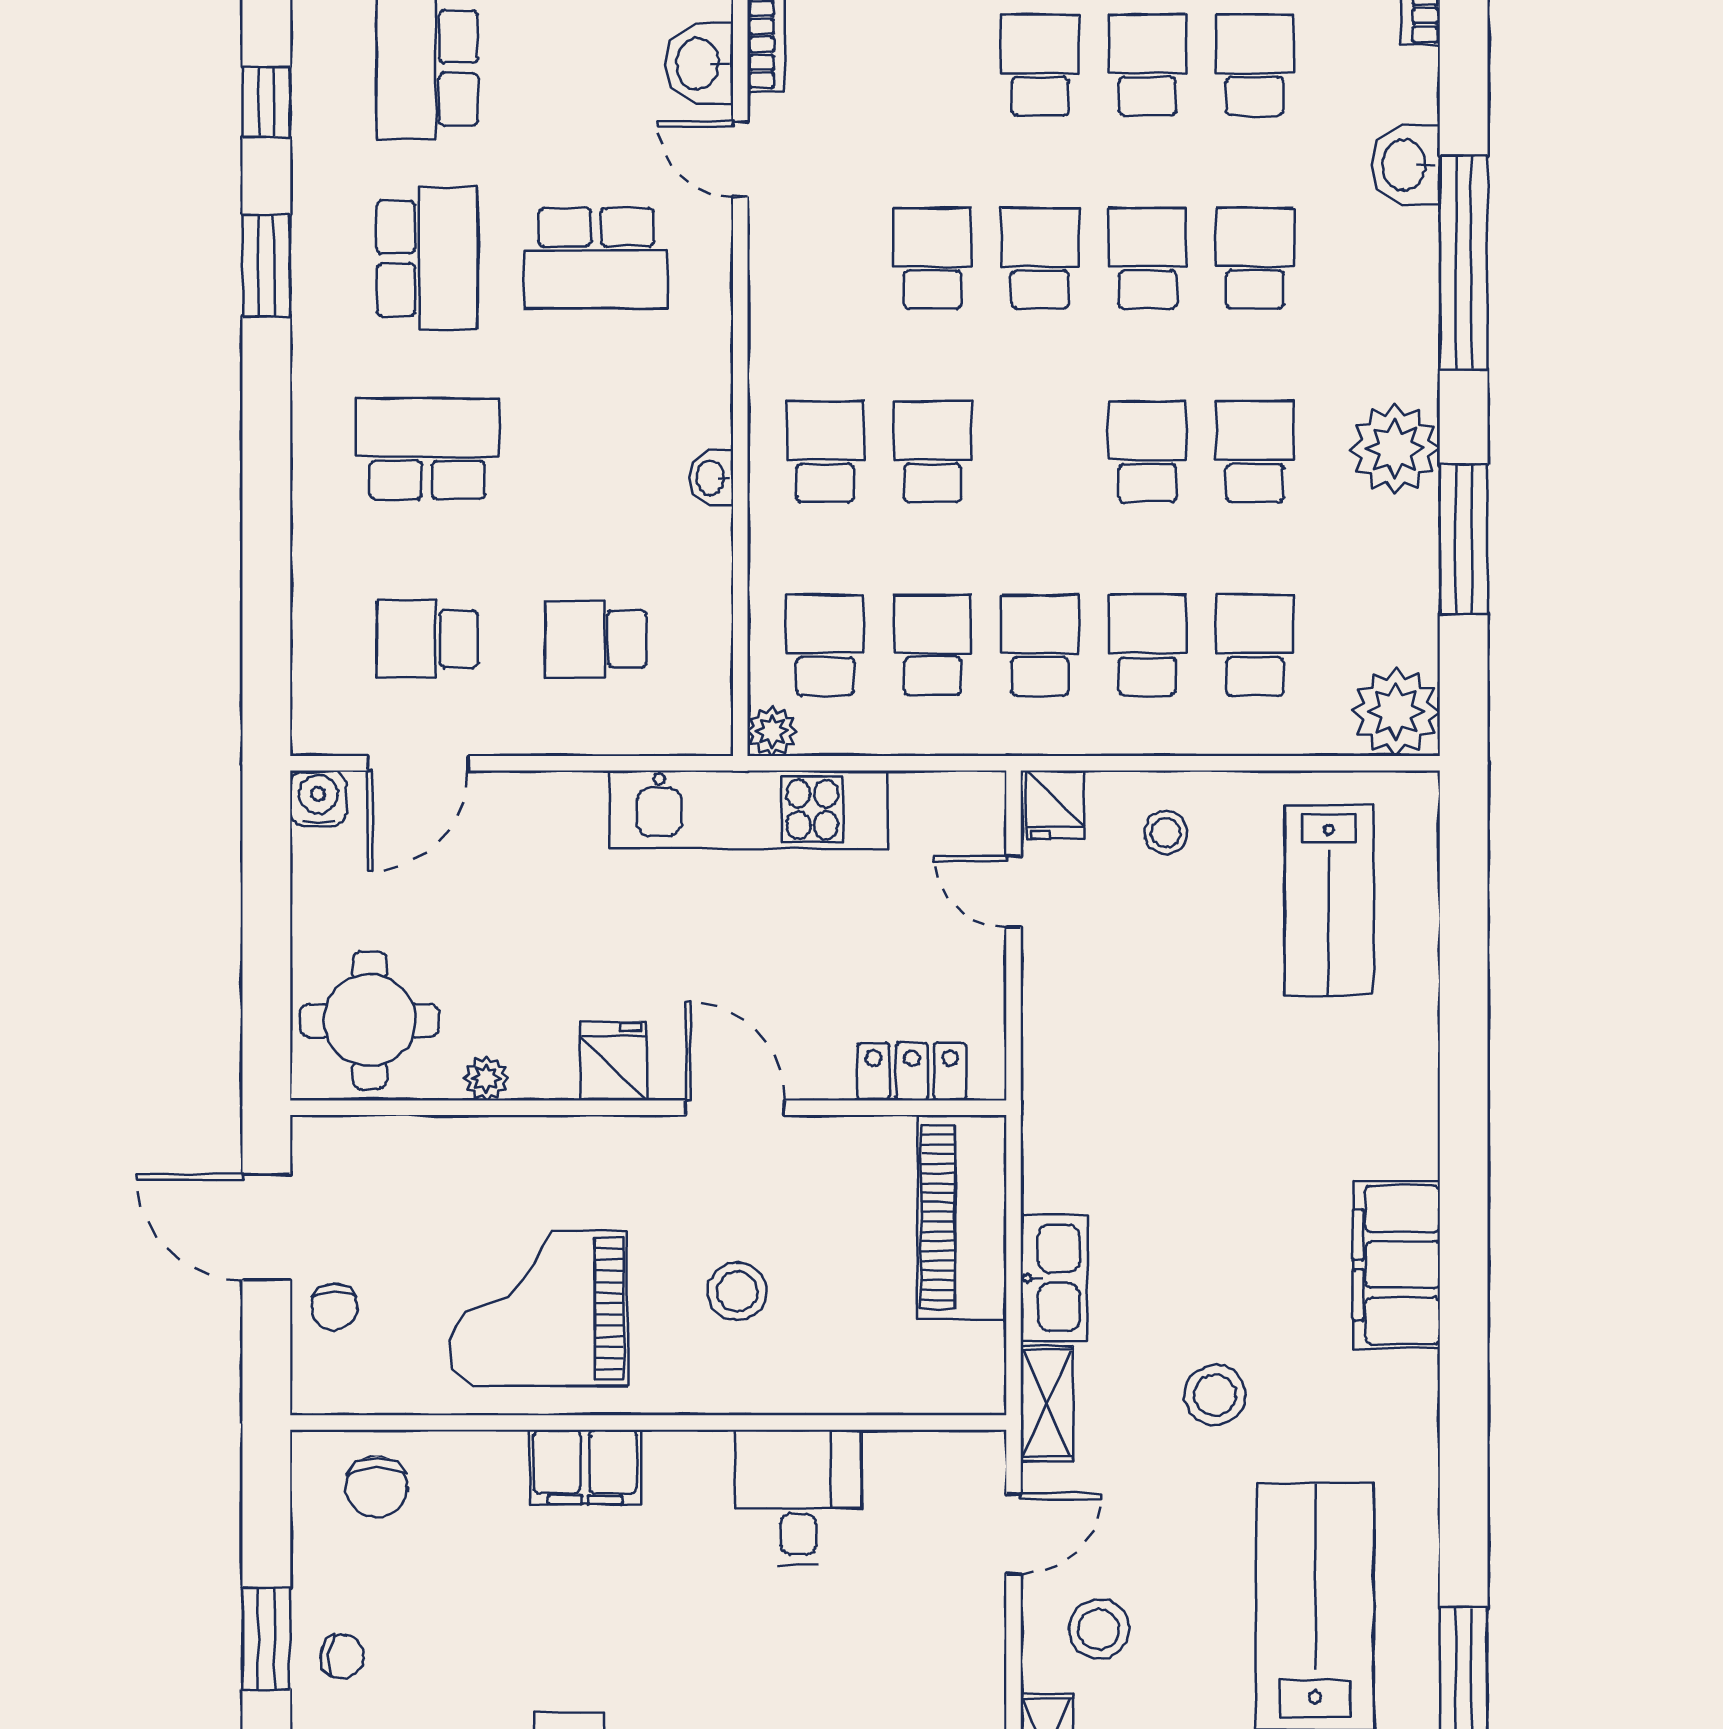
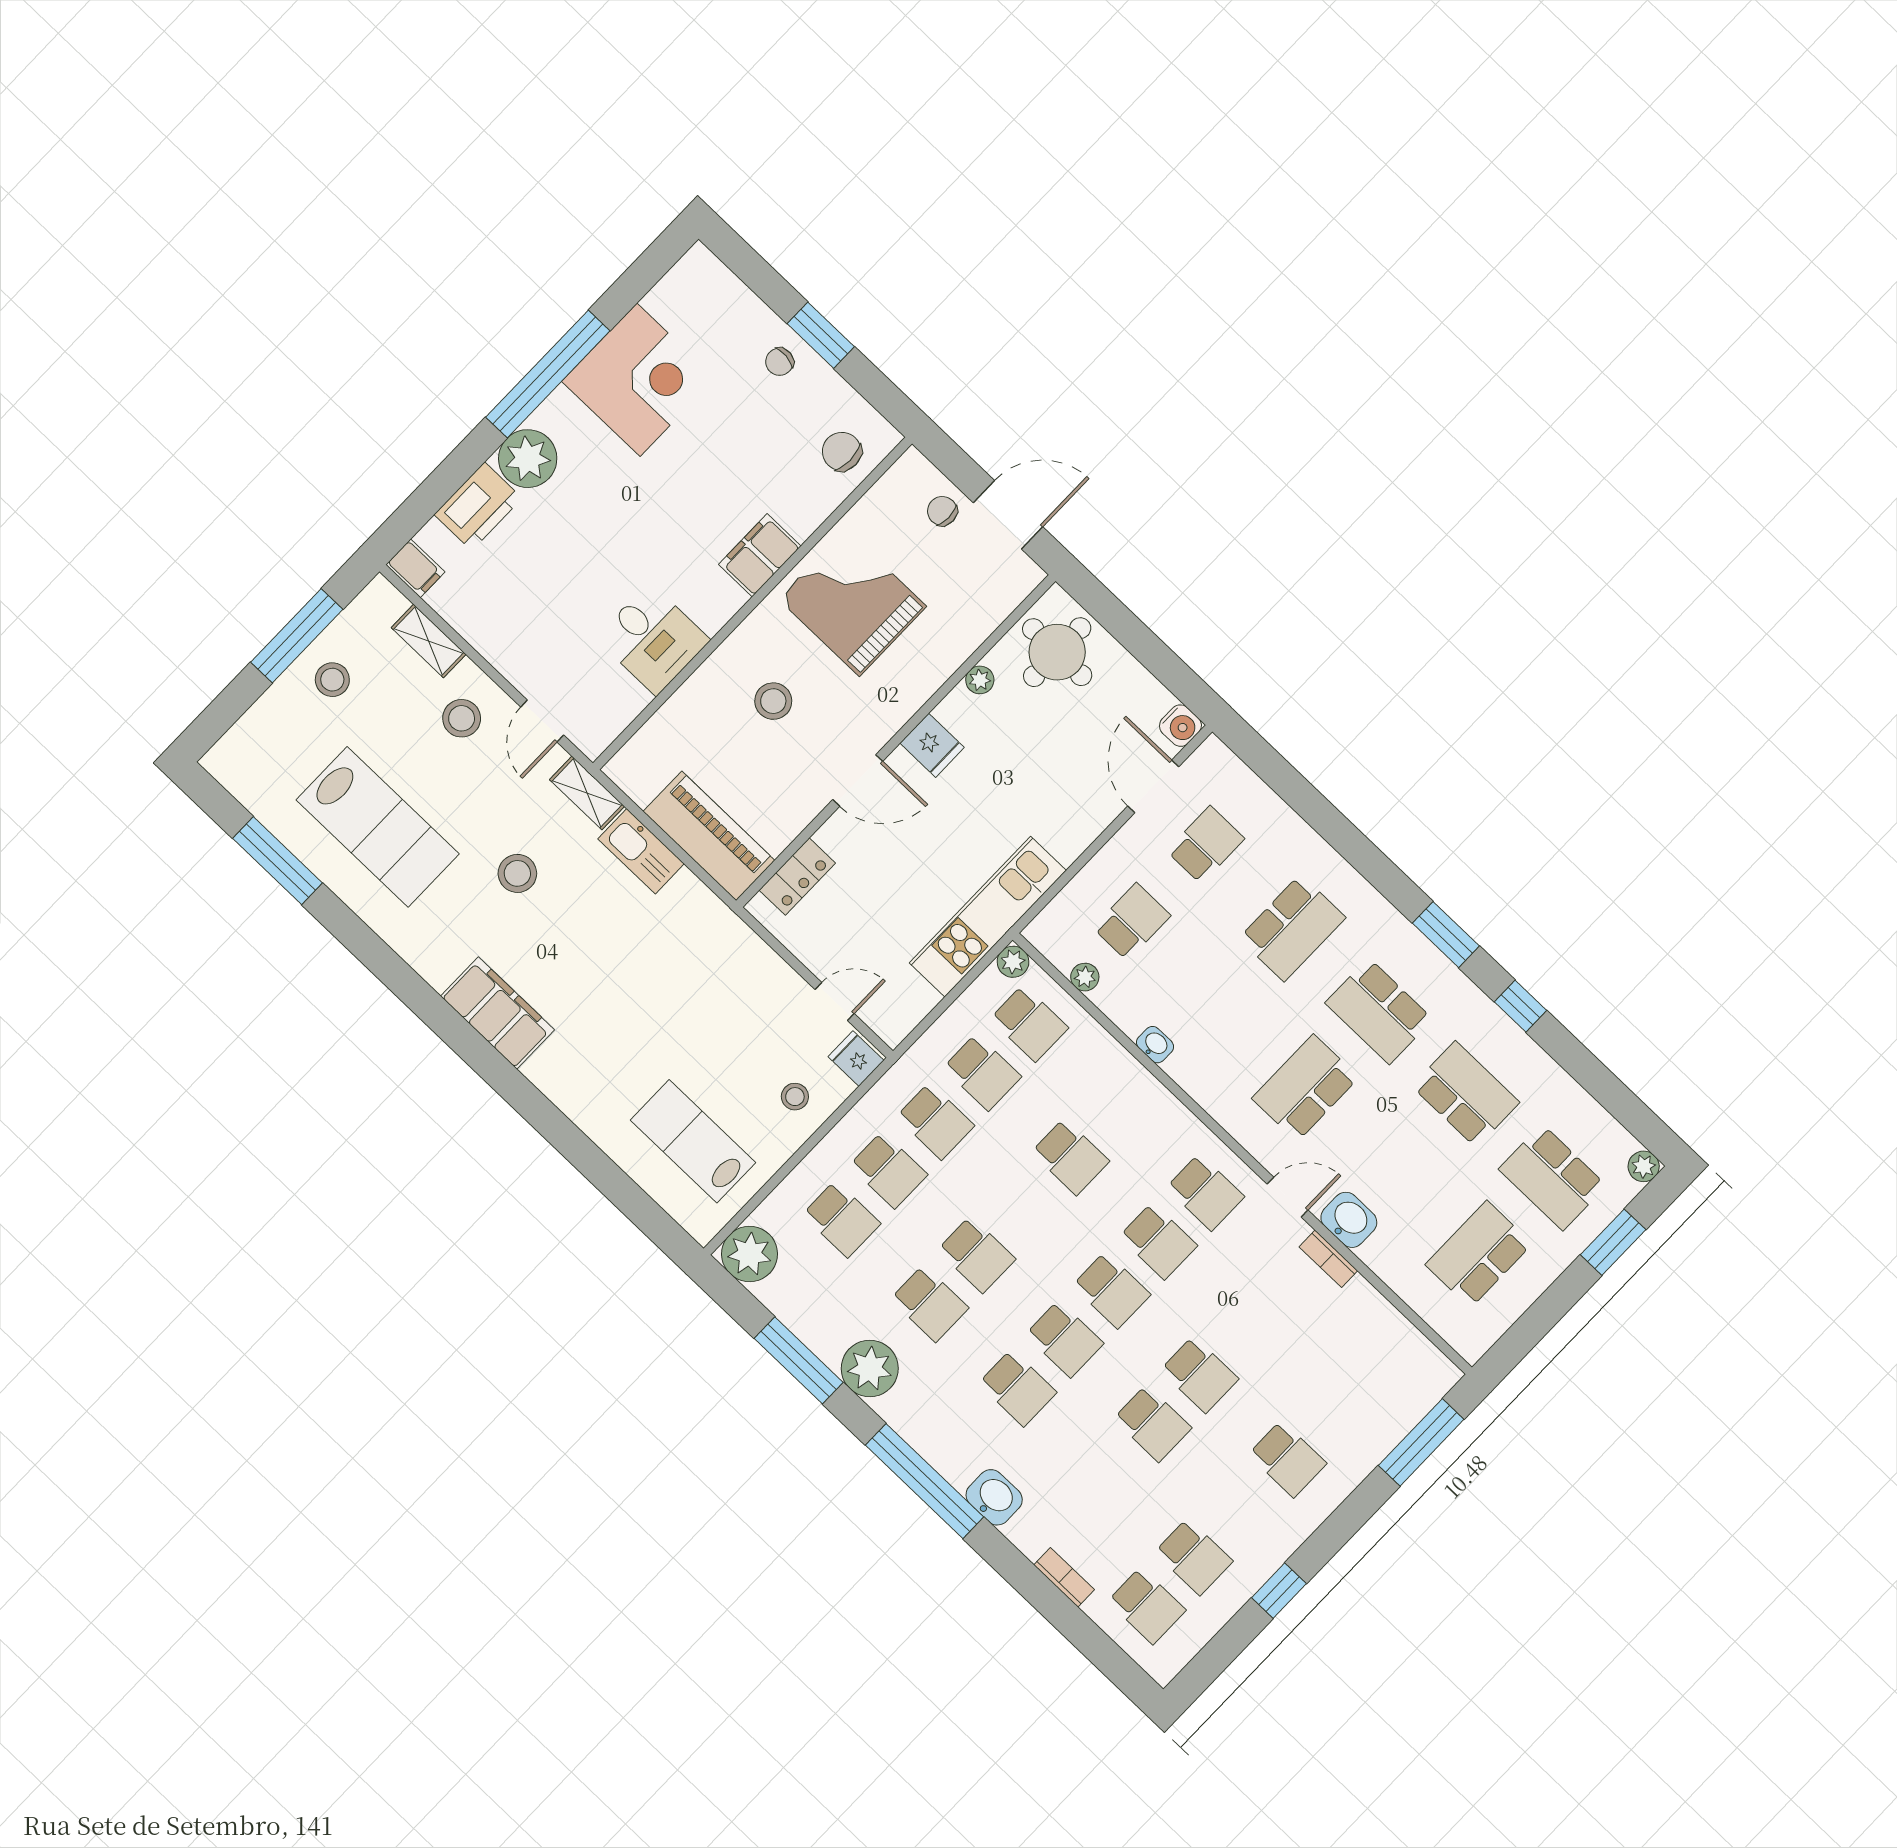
school desk: (1255, 65) -> (1106, 1472), removed
school desk: (825, 452) -> (1205, 1192), moved
plant: (711, 632) -> (1085, 977), added
grand piano: (538, 1309) -> (852, 603), turned -90

